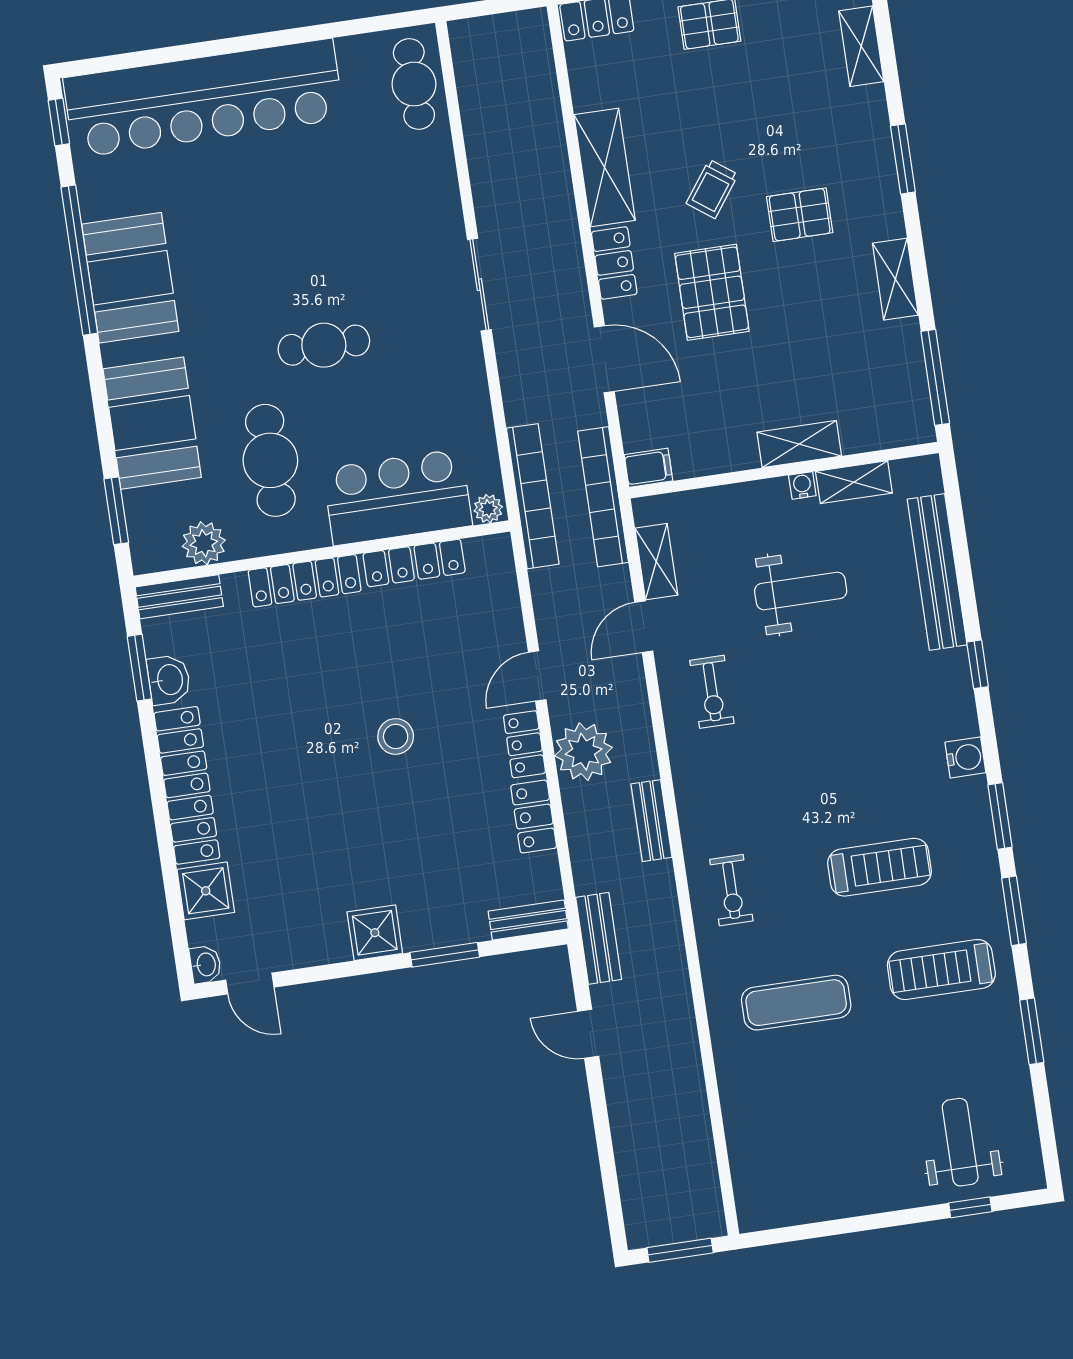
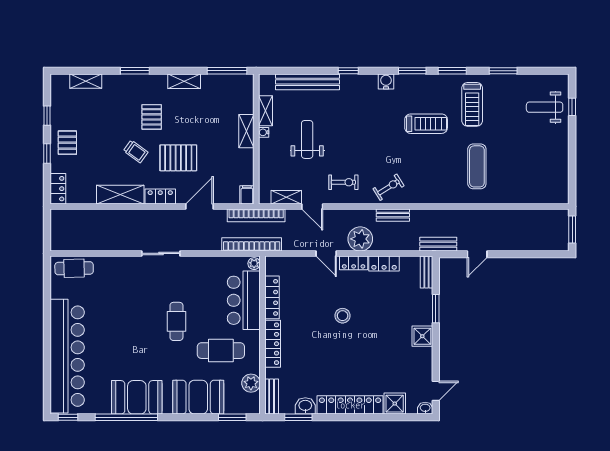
treadmill: (880, 867) -> (426, 124), turned 90
exercise bike: (731, 890) -> (388, 187), moved, turned -32

